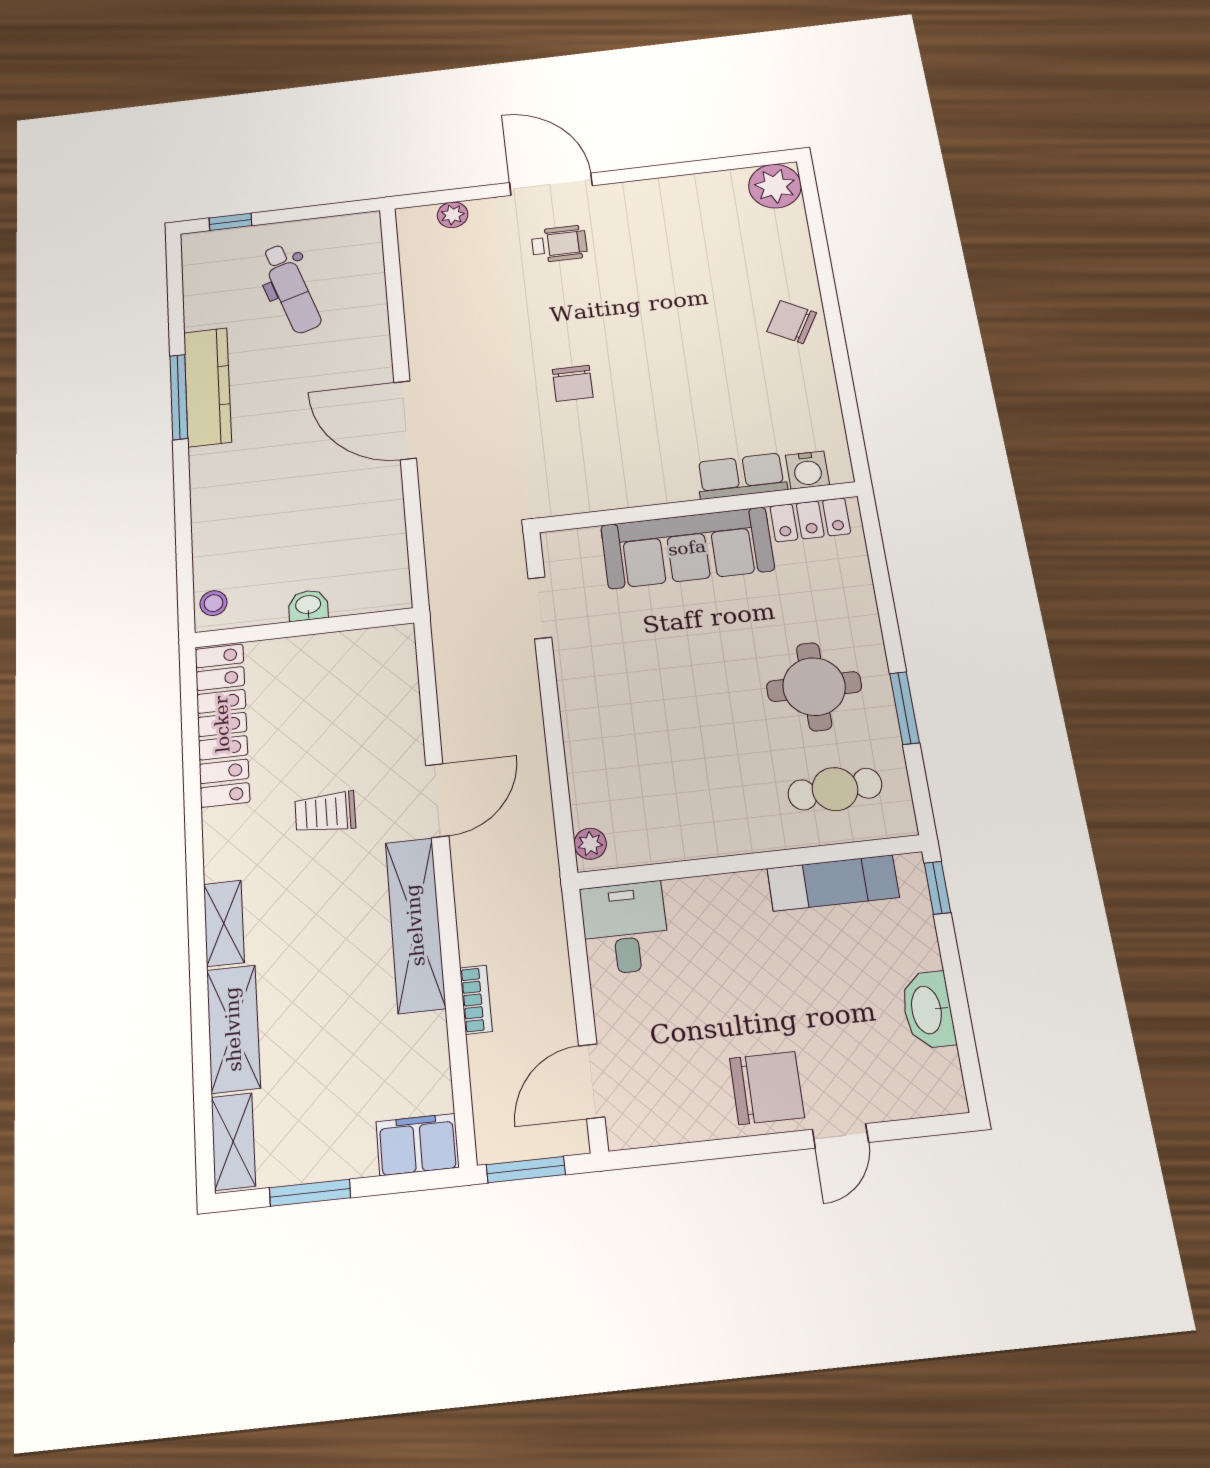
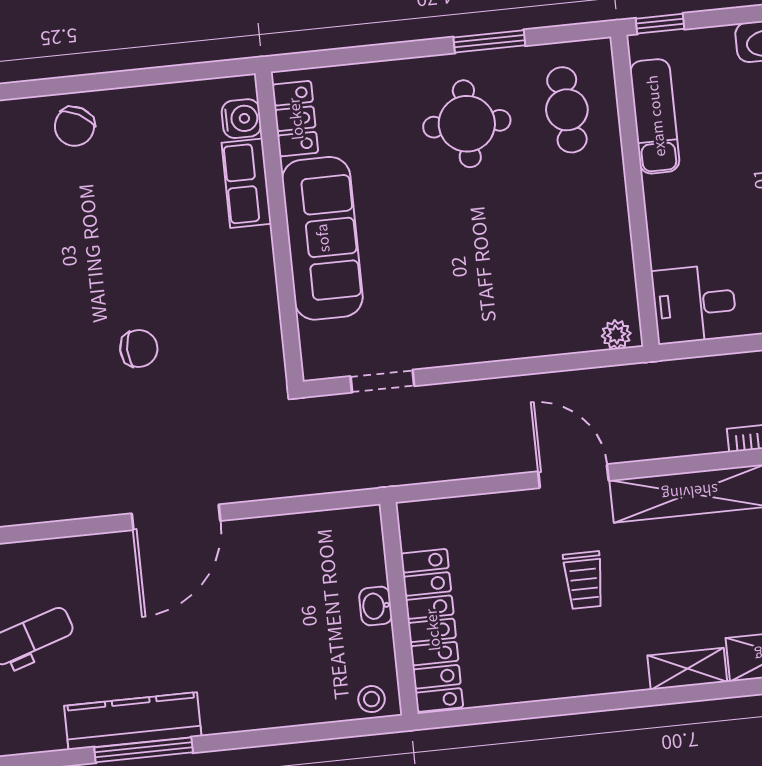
locker: (222, 724) -> (432, 630), moved, turned 90

